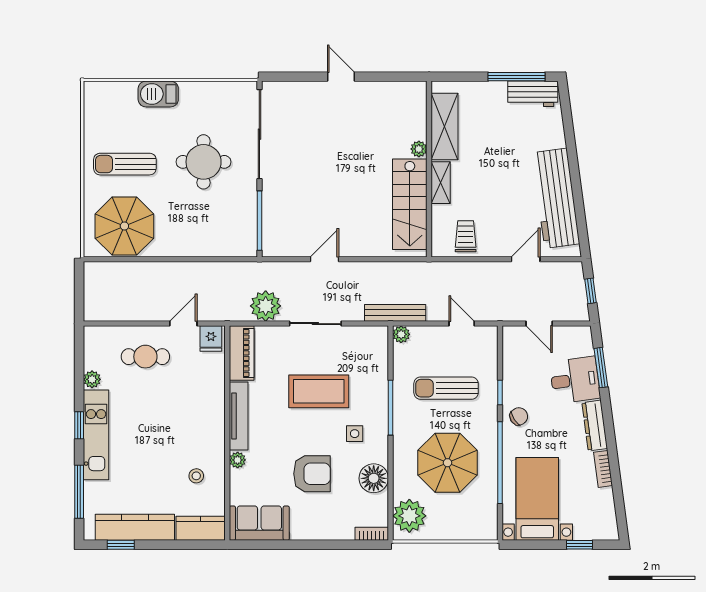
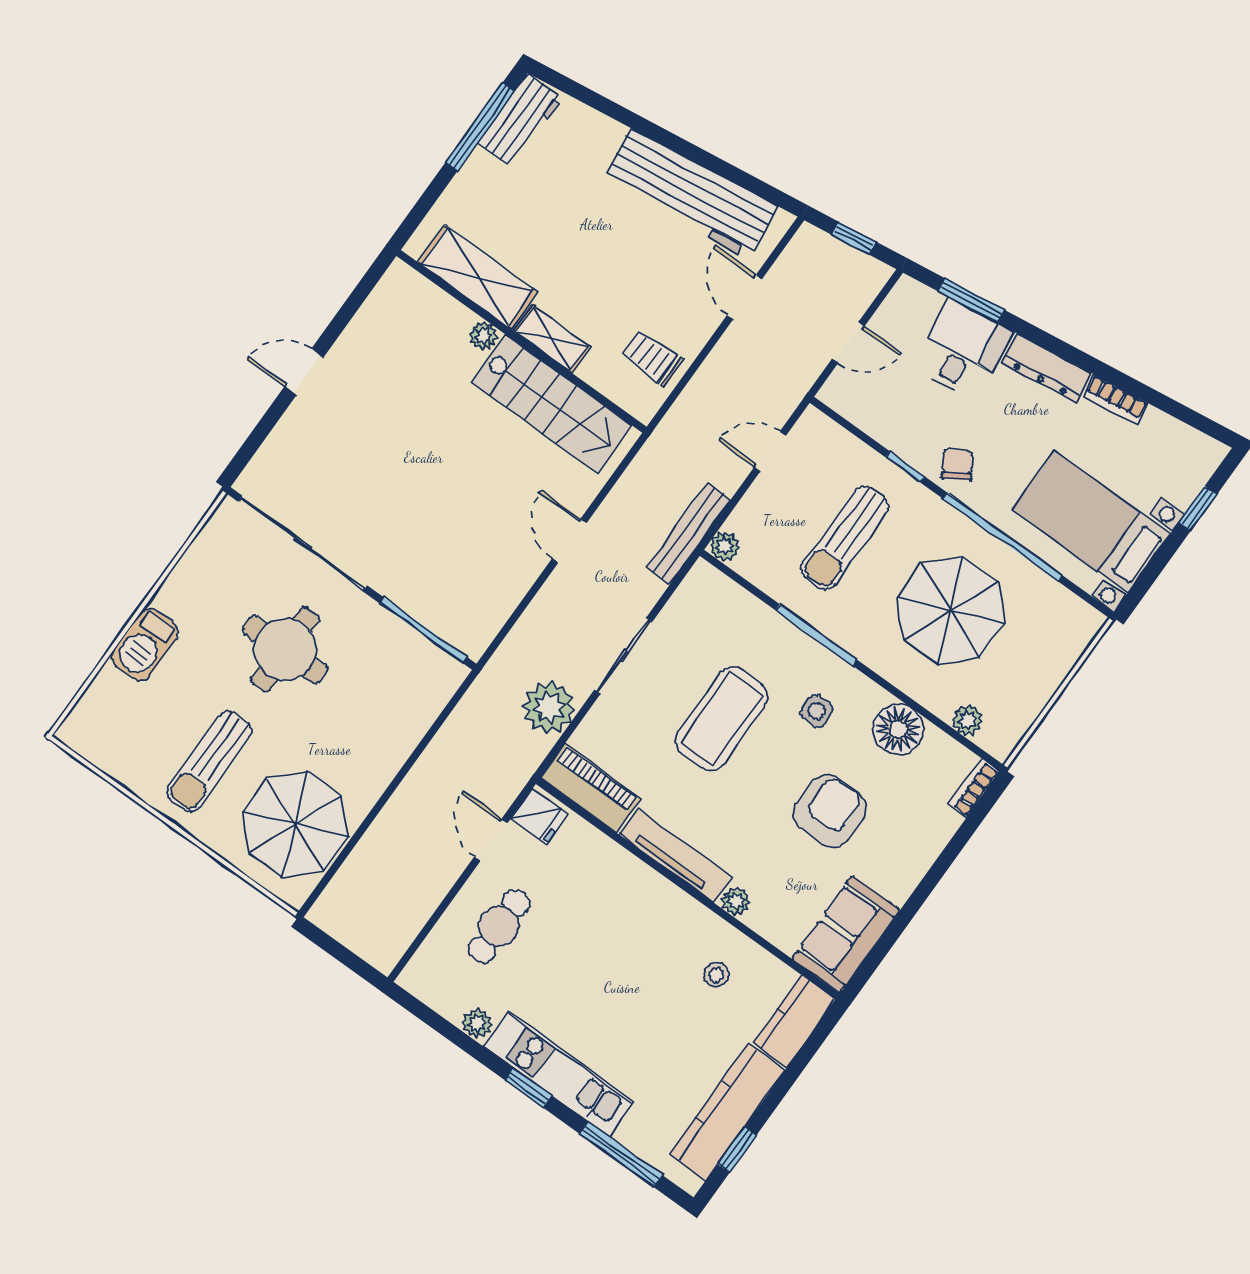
door: (324, 259) -> (570, 541), moved
plant: (409, 516) -> (968, 720), width x0.53, depth x0.53

